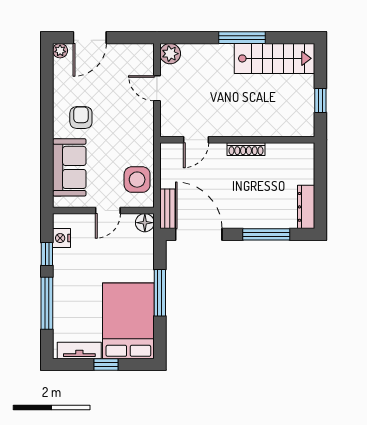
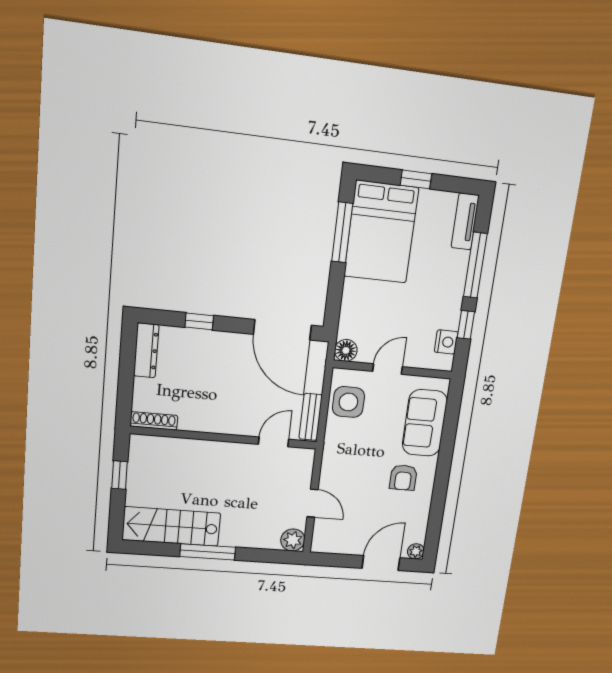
shoe rack: (246, 149) -> (154, 421), moved
bench: (167, 209) -> (311, 417), moved
window: (266, 234) -> (199, 321), width x0.46
window: (160, 293) -> (342, 232), moved
tv unit: (79, 350) -> (465, 221), moved, turned 90

